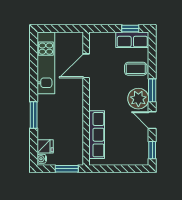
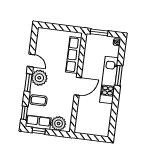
plant: (105, 41) -> (59, 124), added
kitchen unit: (46, 63) -> (109, 80), moved
door: (86, 66) -> (78, 86), moved
fridge: (45, 146) -> (113, 51), removed
window: (152, 150) -> (24, 113), moved

